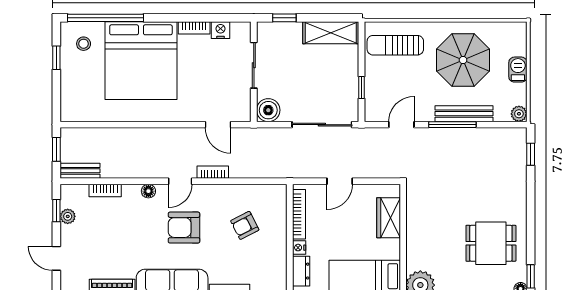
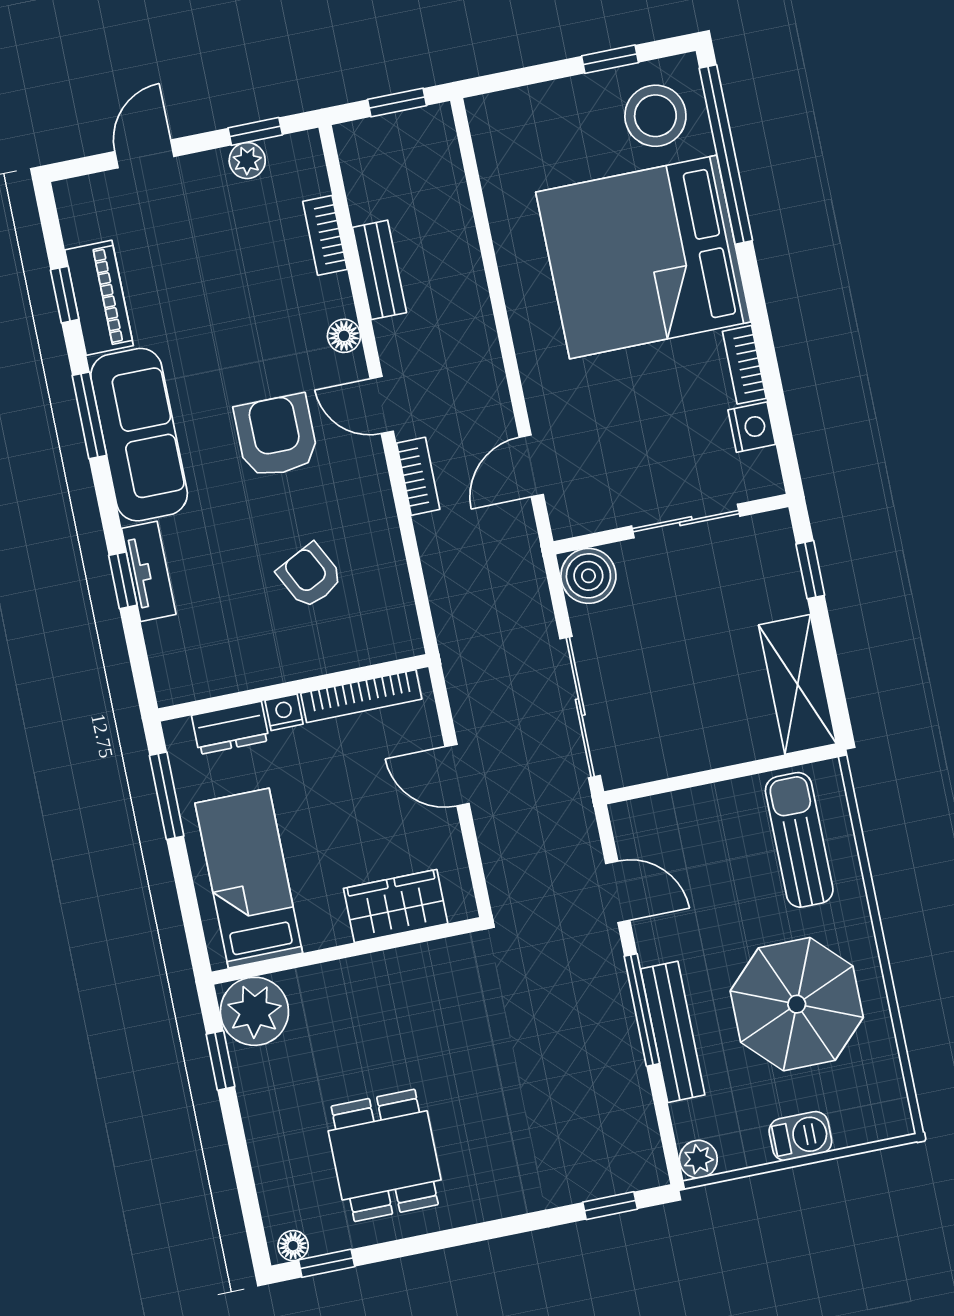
stool: (84, 44) -> (655, 116), width x1.89, depth x1.89
window: (362, 88) -> (685, 782), removed
bench: (80, 171) -> (379, 270), moved

